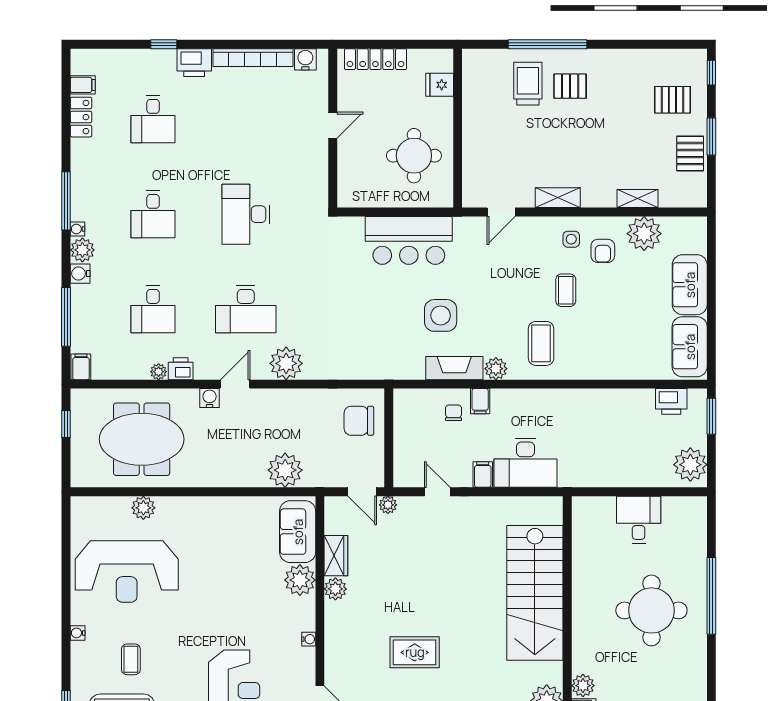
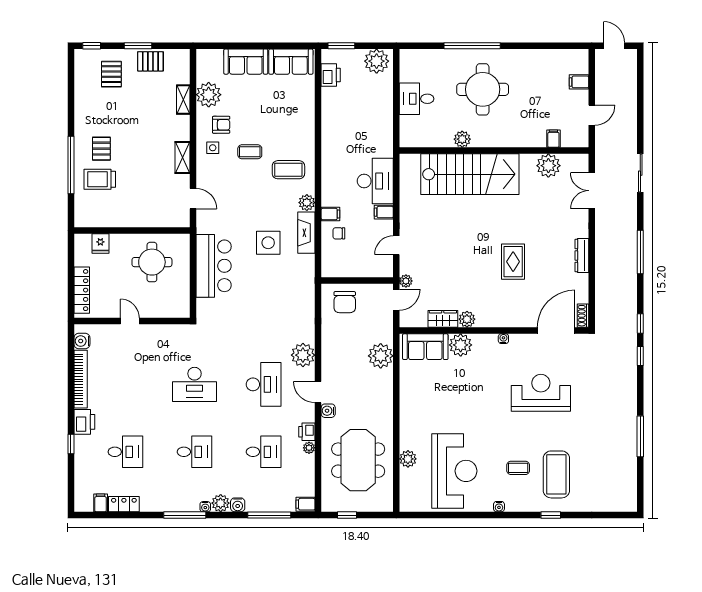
plant: (583, 686) -> (462, 139), moved

